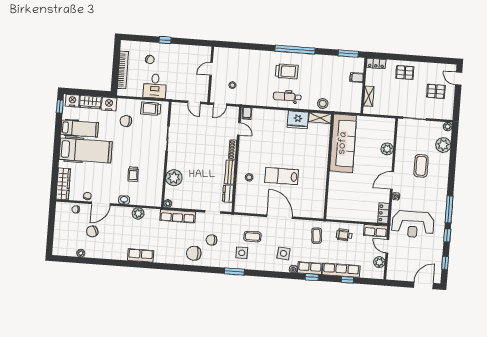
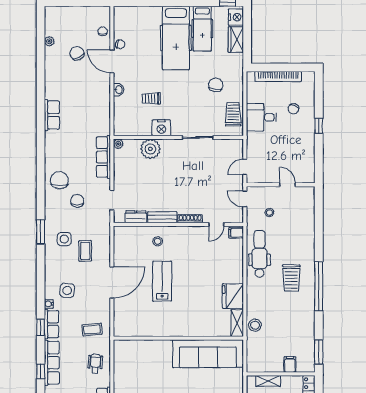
dental chair: (287, 97) -> (260, 254), moved, width x1.36, depth x1.38
nightstand: (109, 104) -> (161, 128), moved, turned 90
wardrobe: (63, 184) -> (133, 14), removed
plant: (138, 213) -> (103, 108), removed

